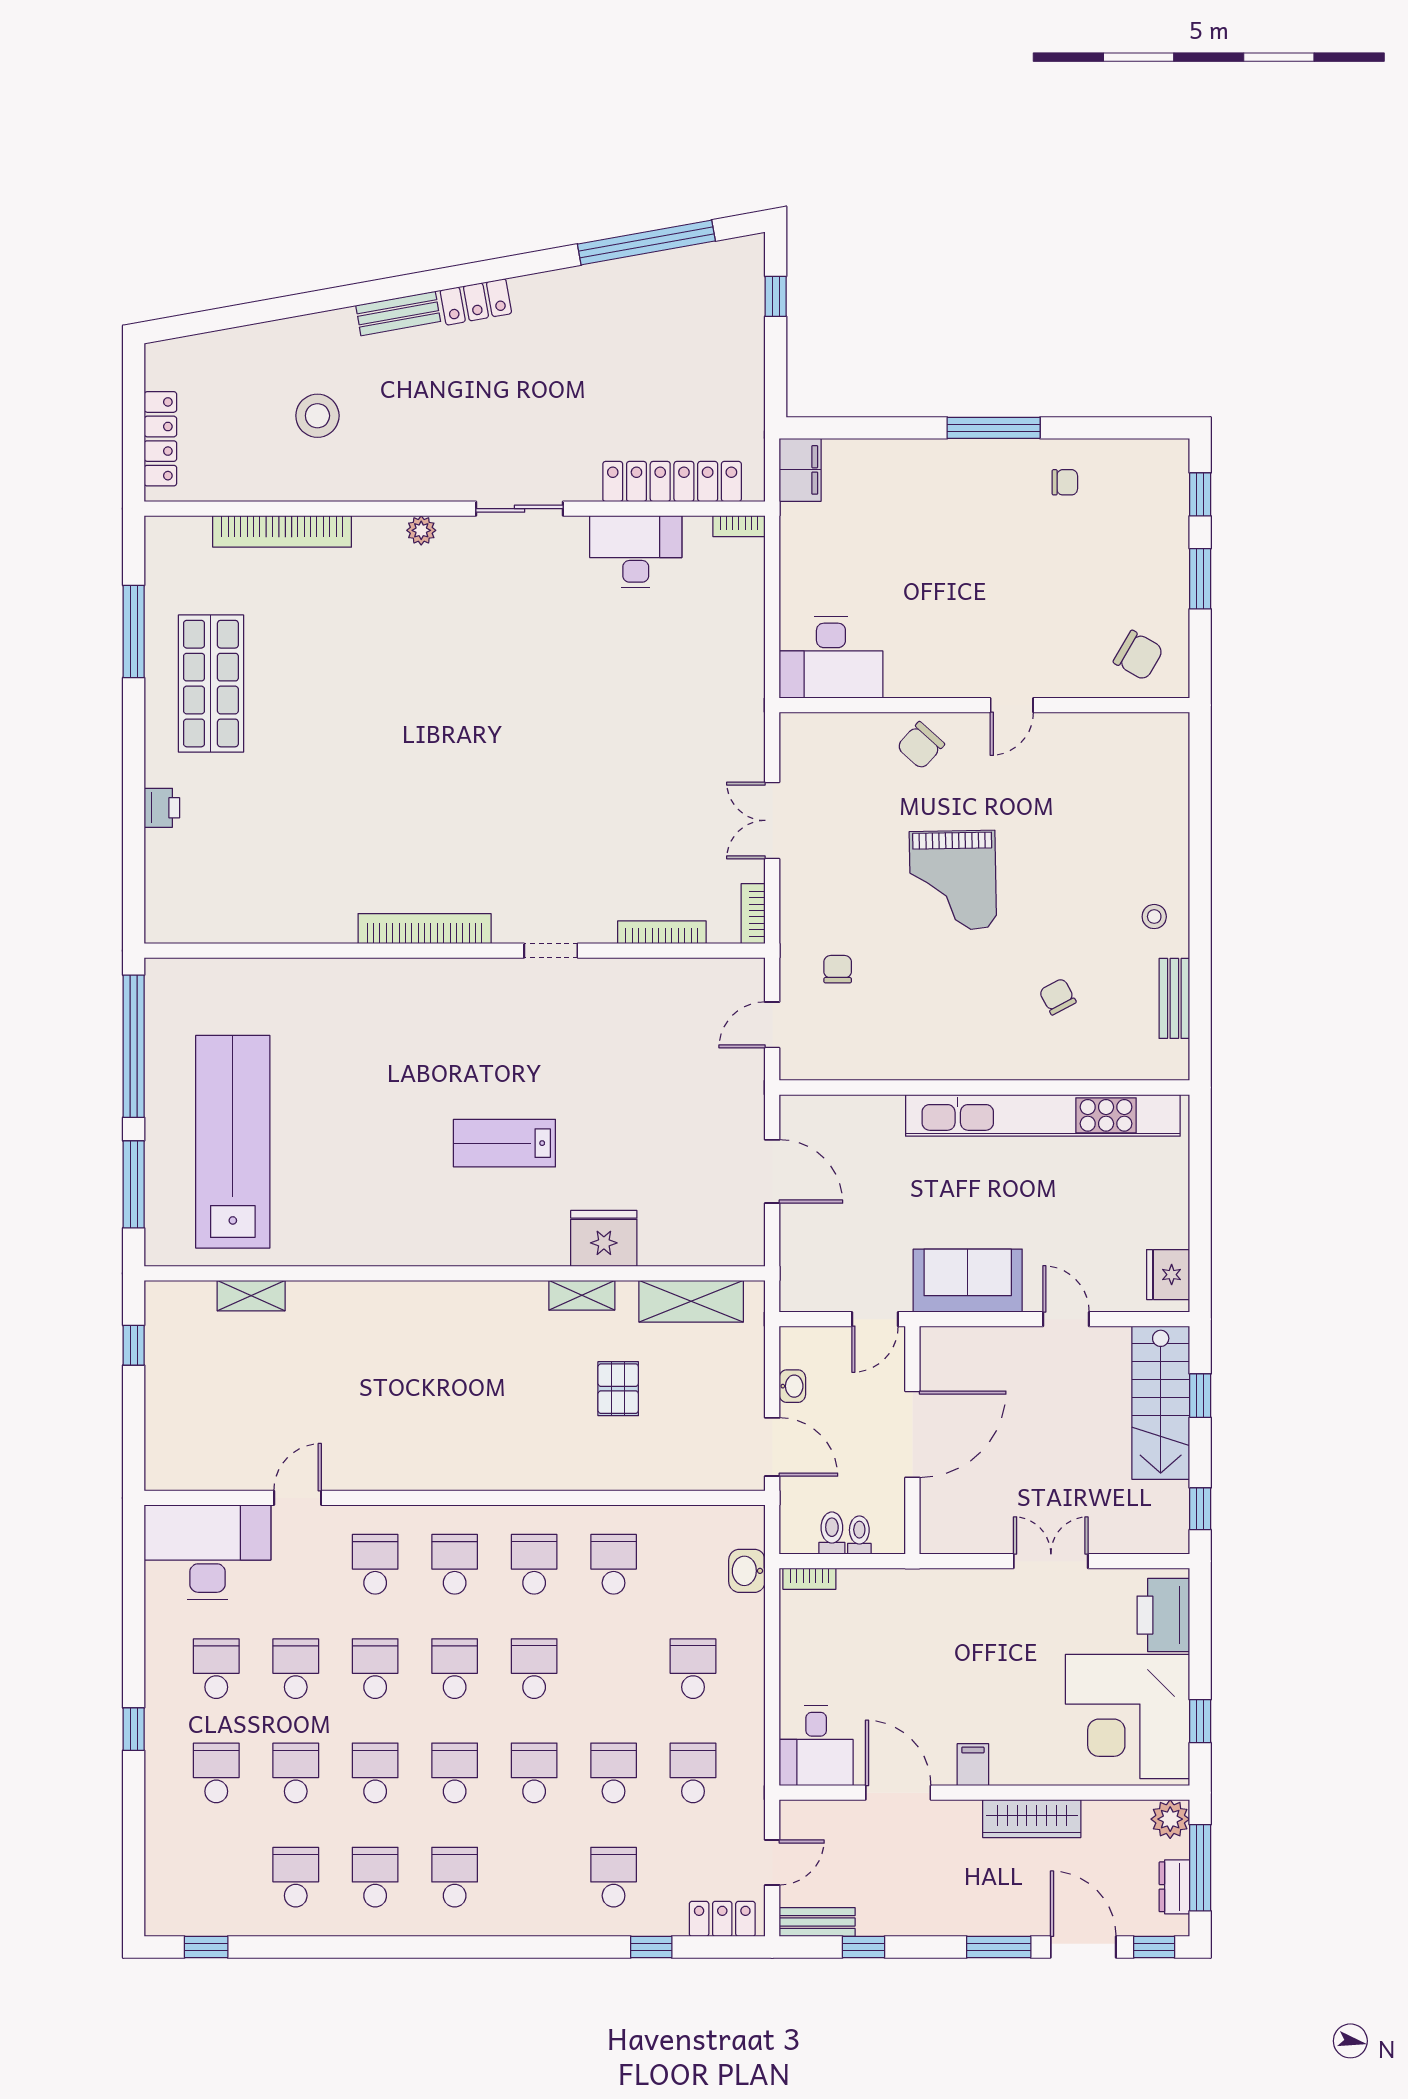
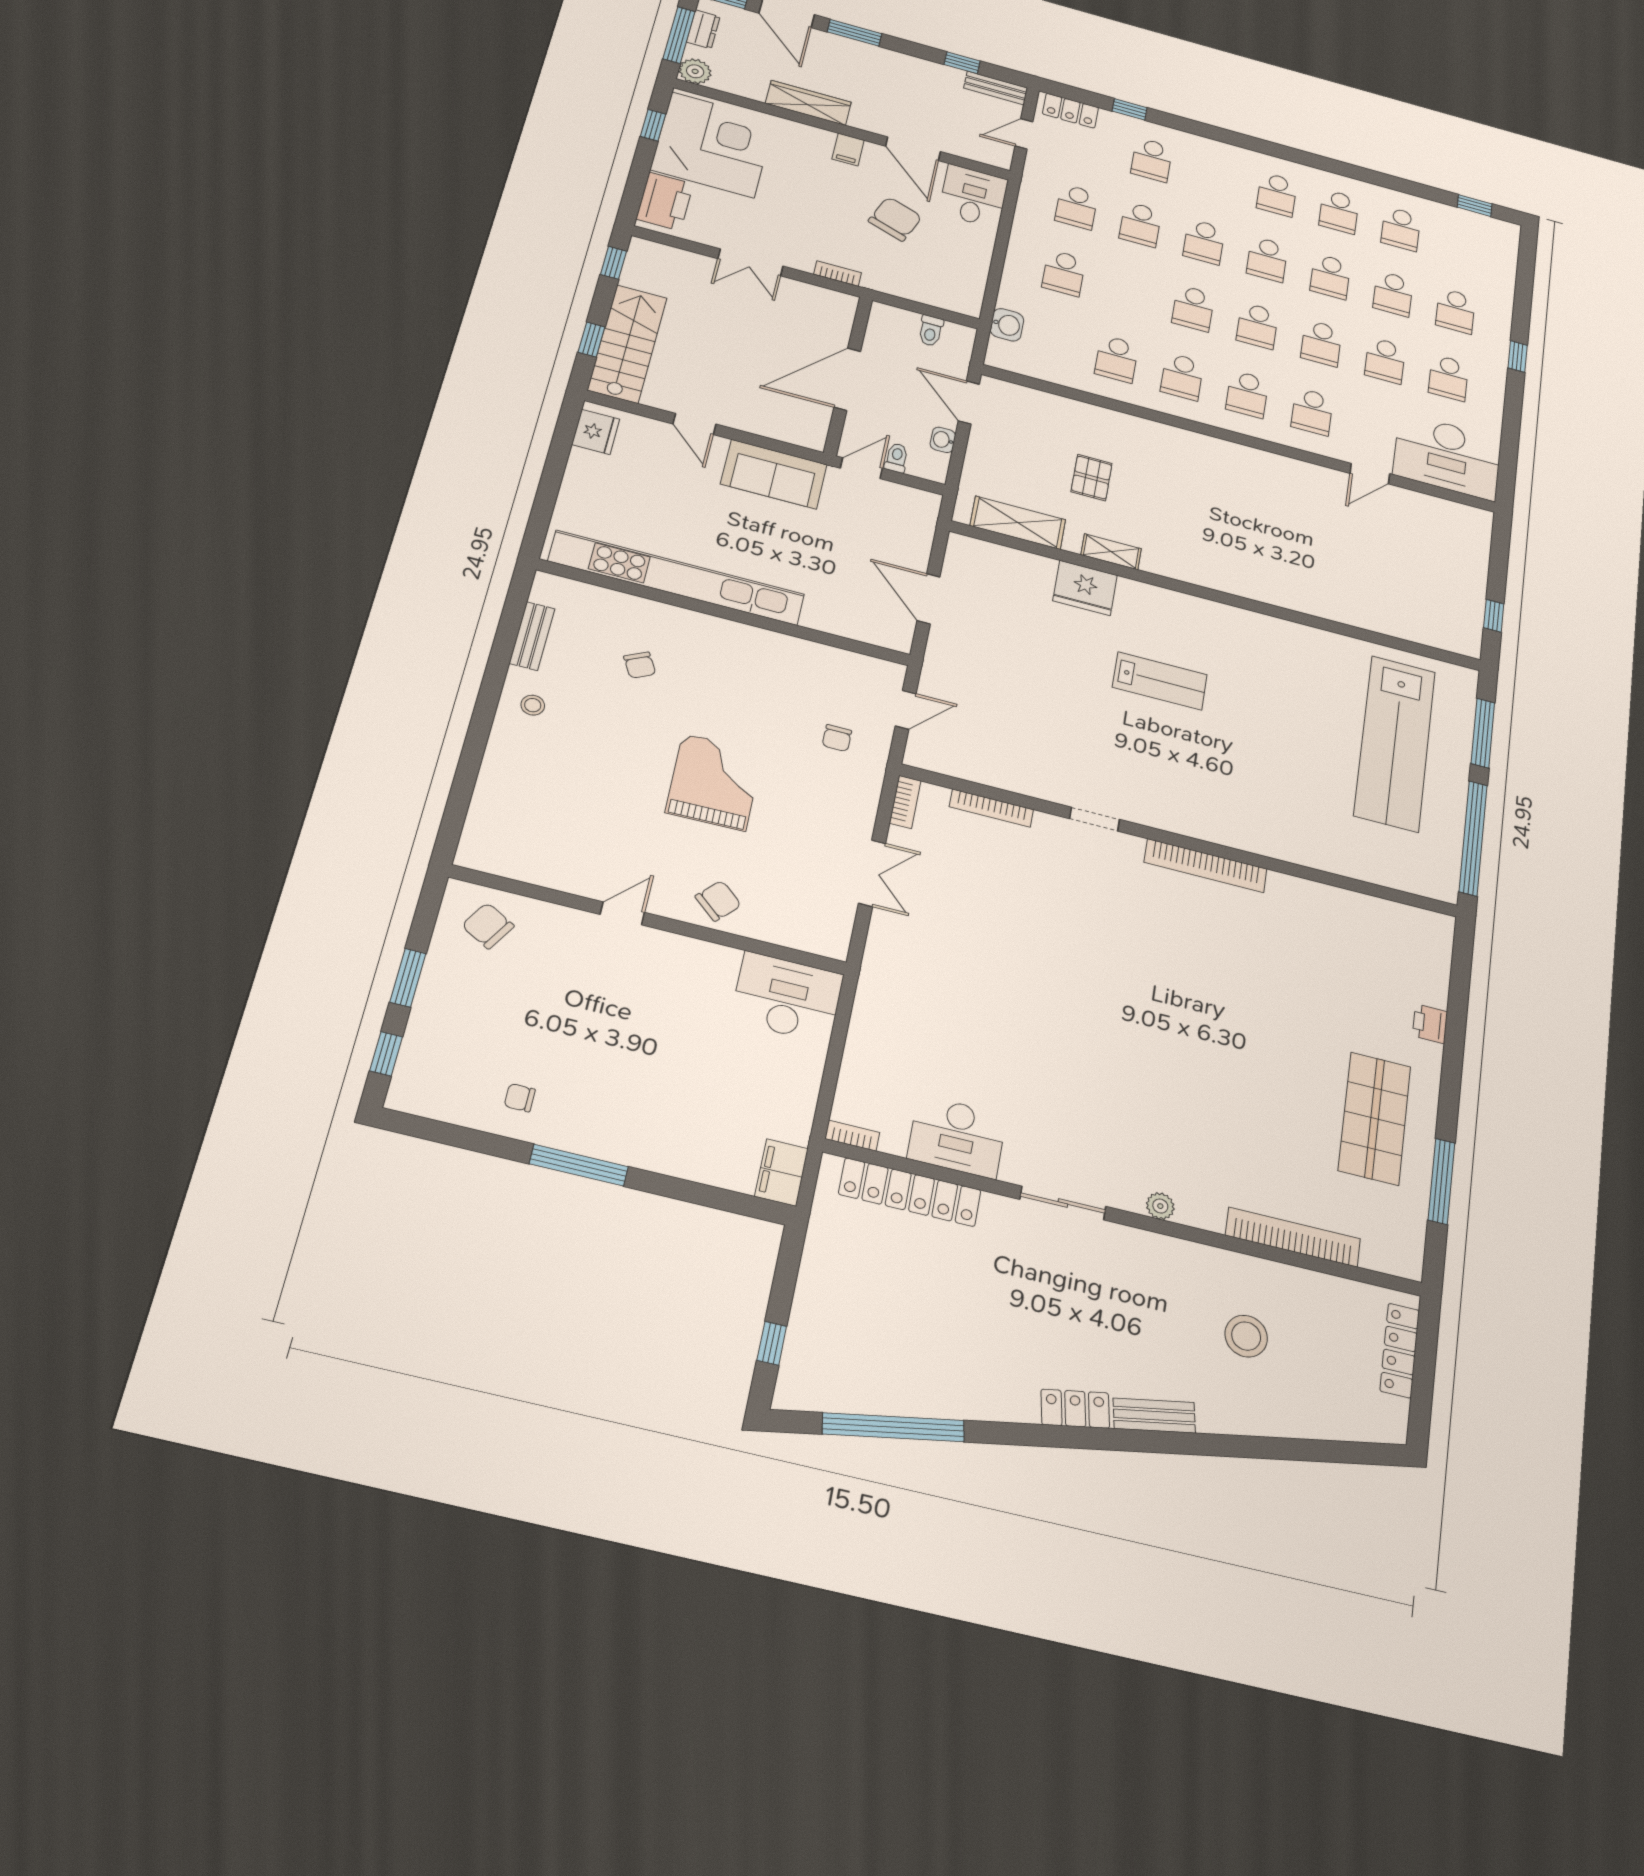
shelving: (251, 1296) -> (1392, 625), removed
toilet: (859, 1535) -> (896, 458), moved, turned 180
bookcase: (809, 1579) -> (838, 274), moved
chair: (900, 1681) -> (895, 219), added

